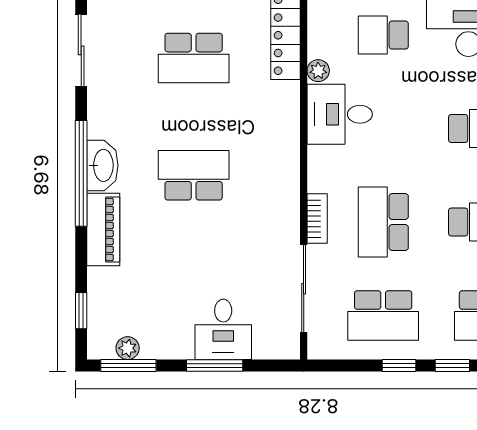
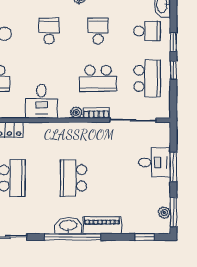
plant: (318, 71) -> (76, 113), moved

